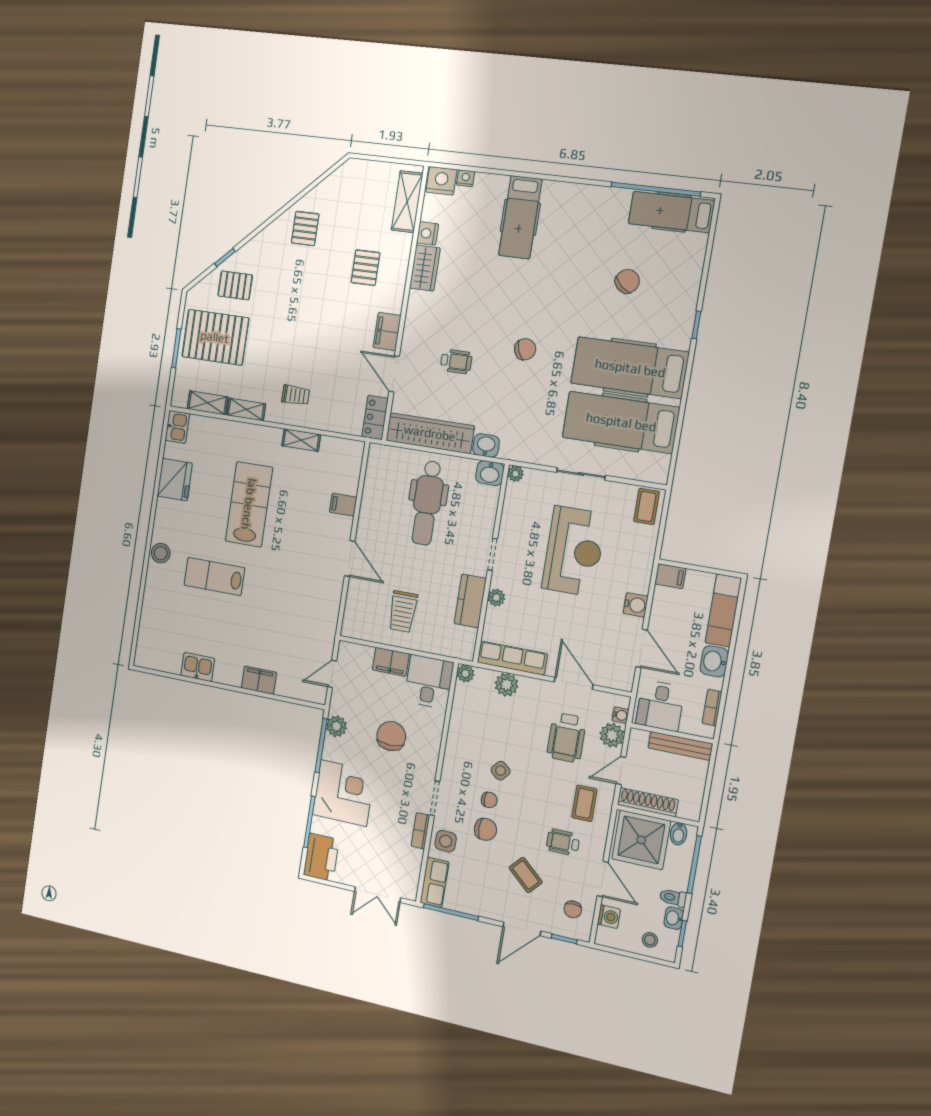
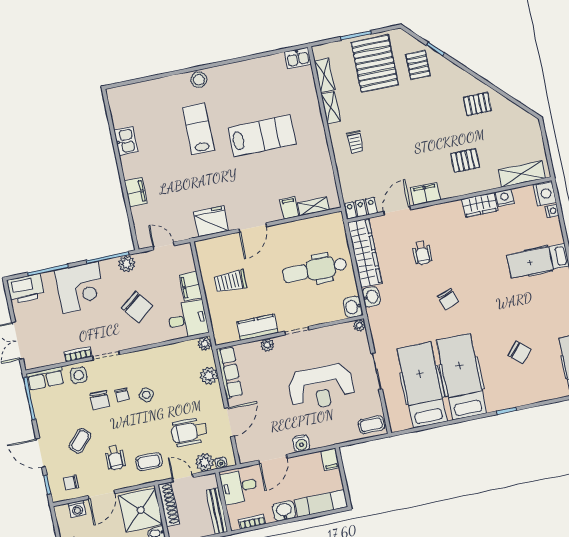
shelving: (301, 440) -> (313, 206), moved, turned 90
fridge: (175, 480) -> (211, 221), moved, turned 180
chair: (391, 736) -> (137, 307), turned 52
wheelchair: (563, 842) -> (115, 458), turned 180

